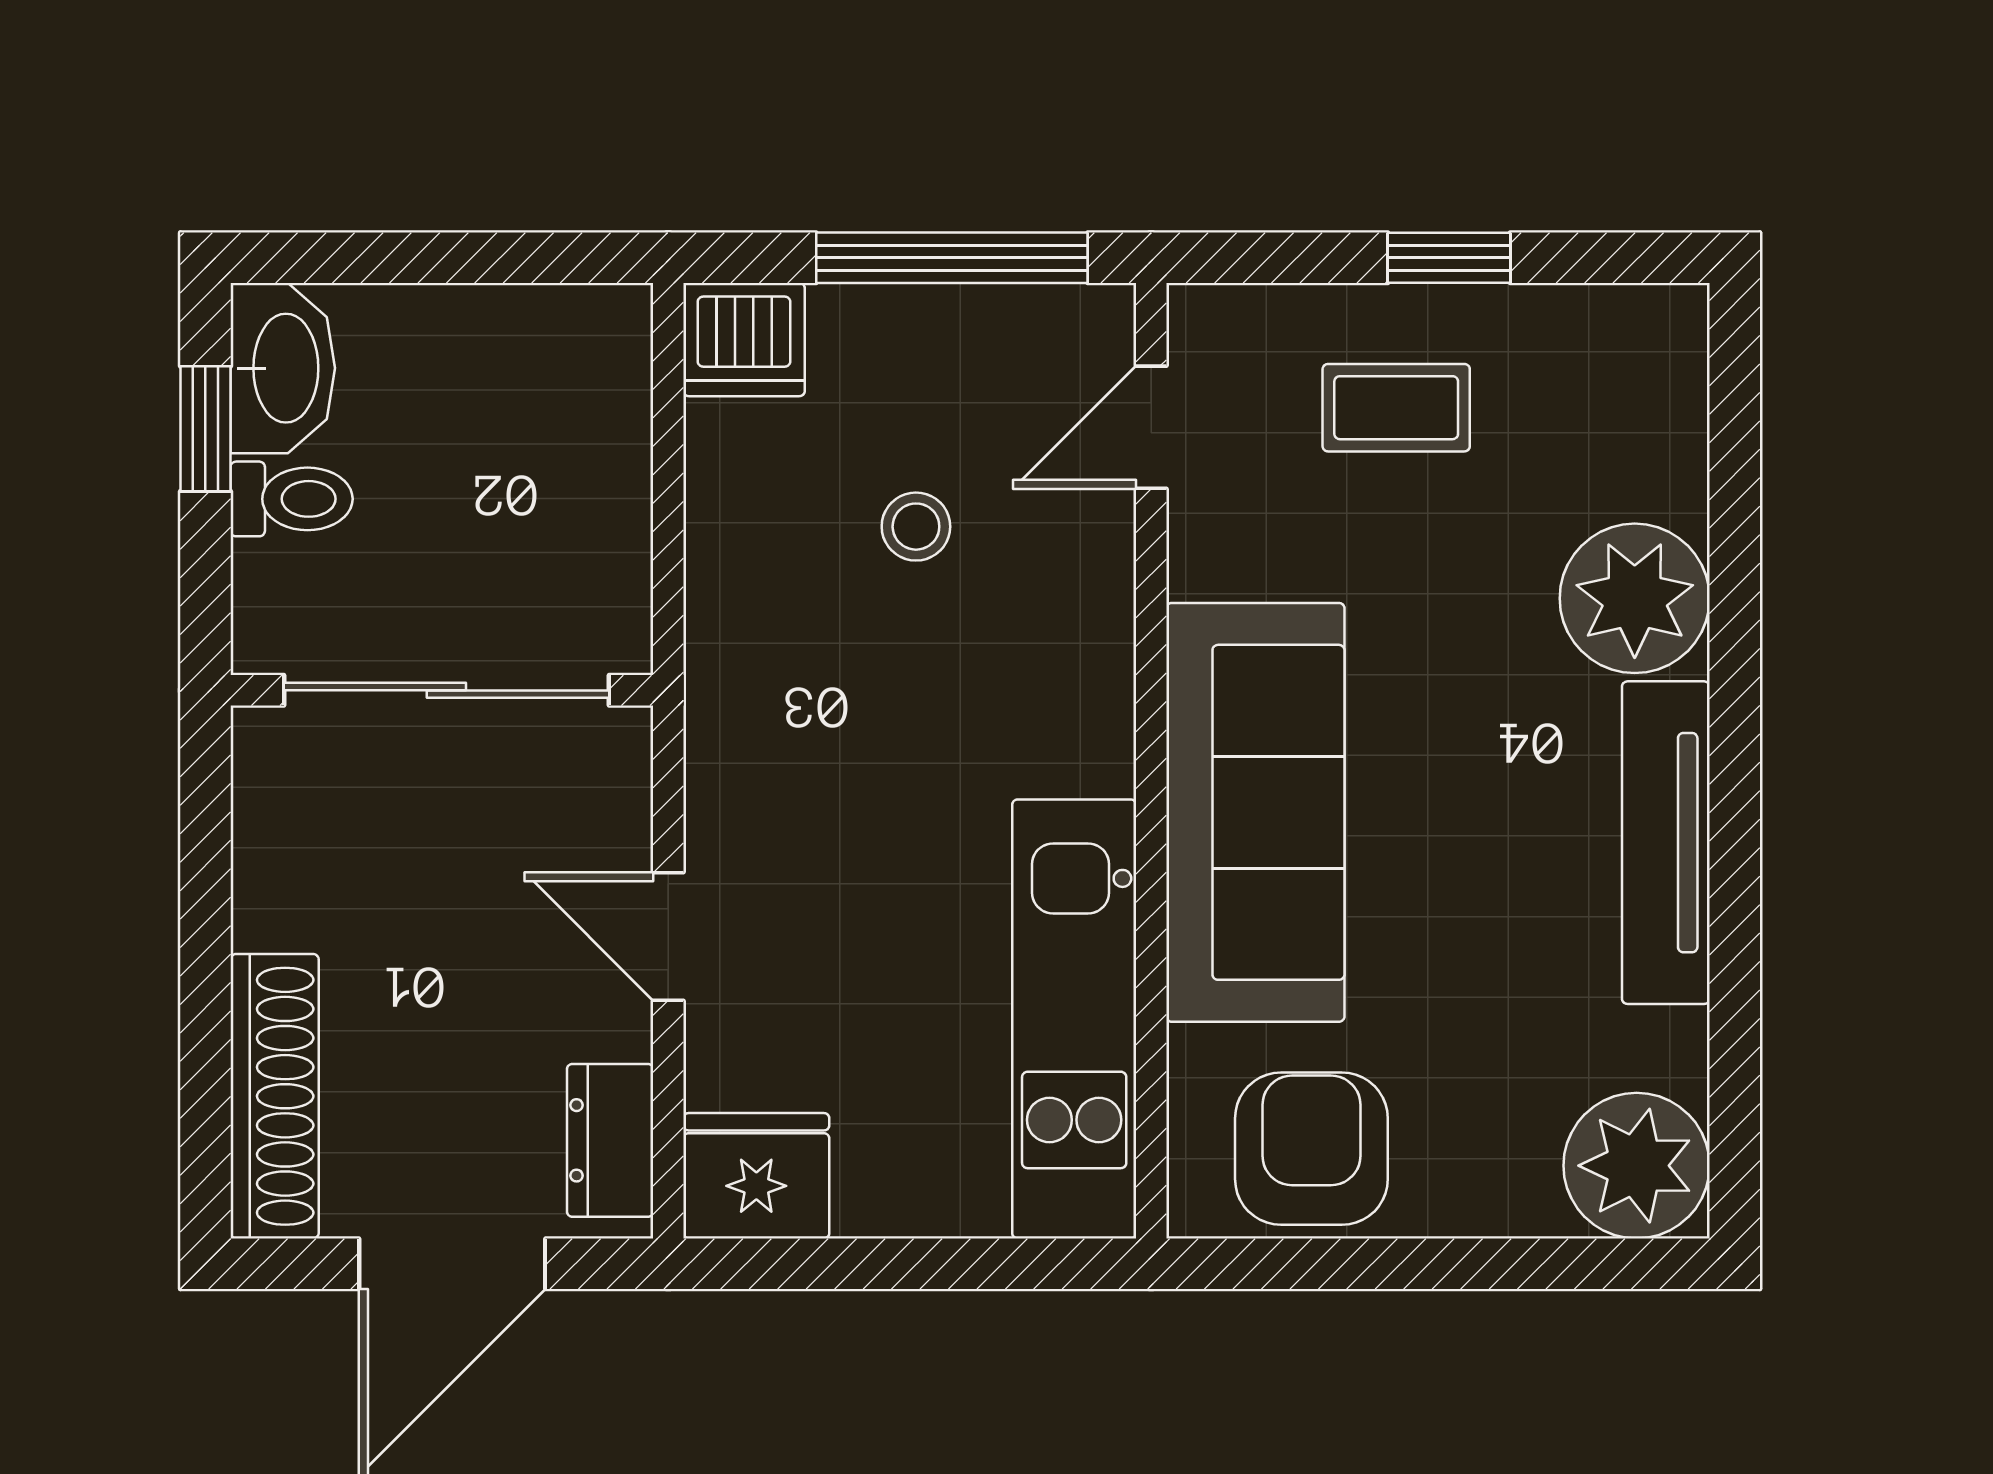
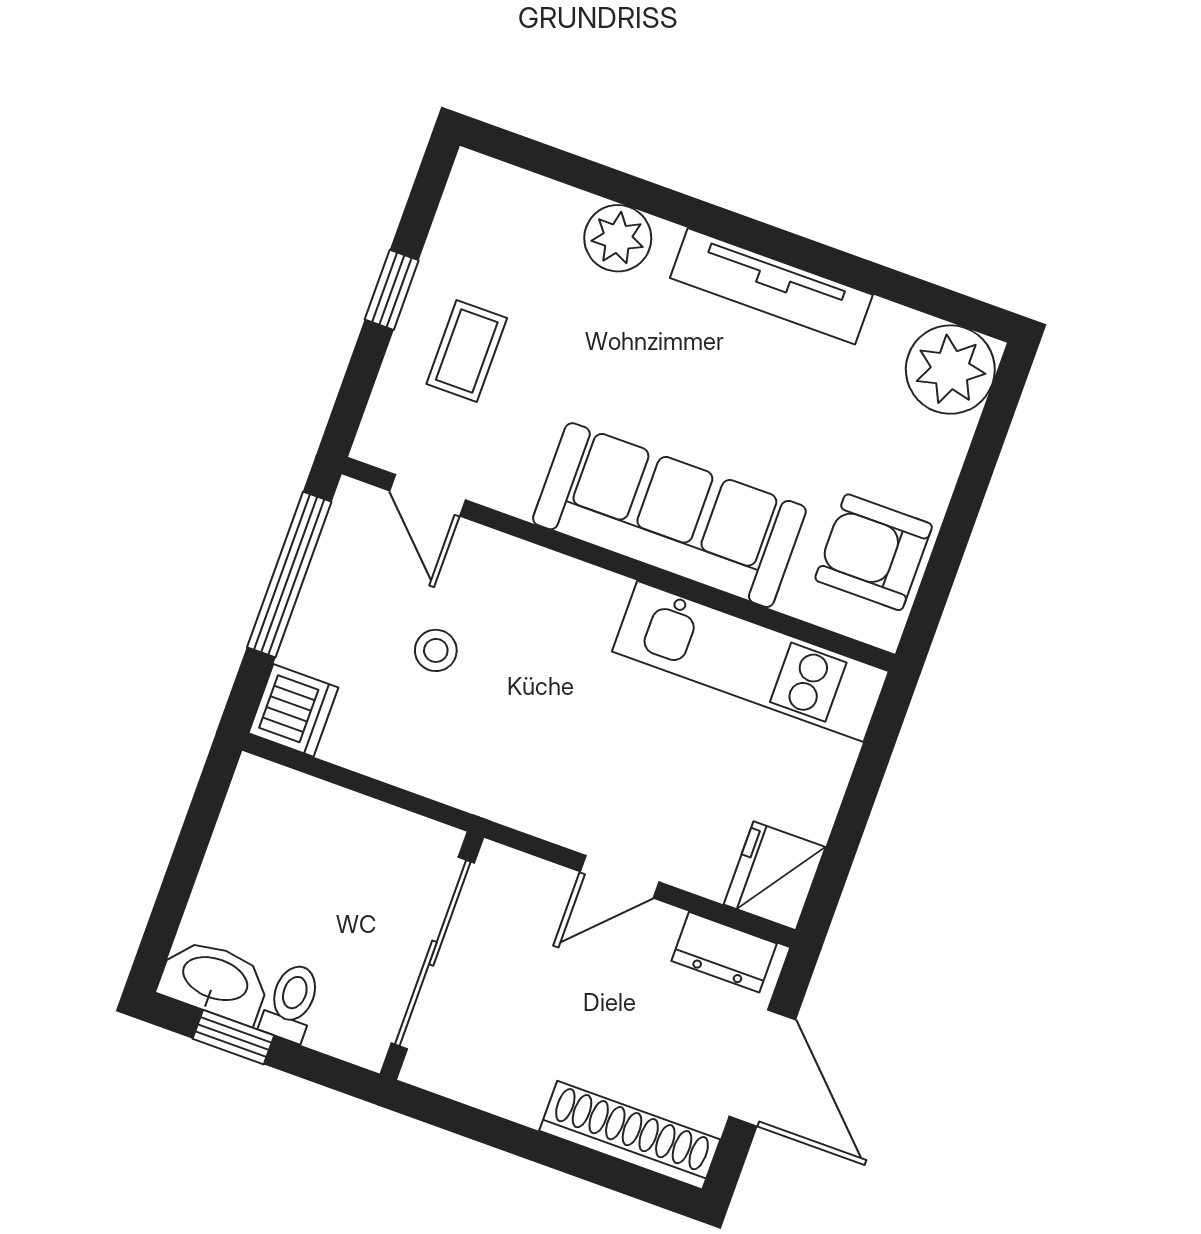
plant: (1635, 598) -> (618, 238), width x0.73, depth x0.73

